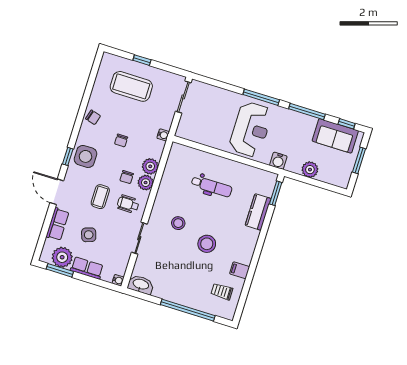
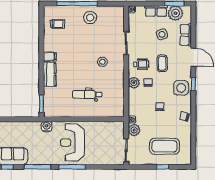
plant: (150, 166) -> (134, 130), moved
plant: (310, 170) -> (23, 127), removed
kitchen counter: (258, 212) -> (50, 74), moved
stool: (207, 244) -> (90, 18), moved
filing cabinet: (240, 270) -> (50, 57), moved
washbasin: (141, 285) -> (115, 11), removed

